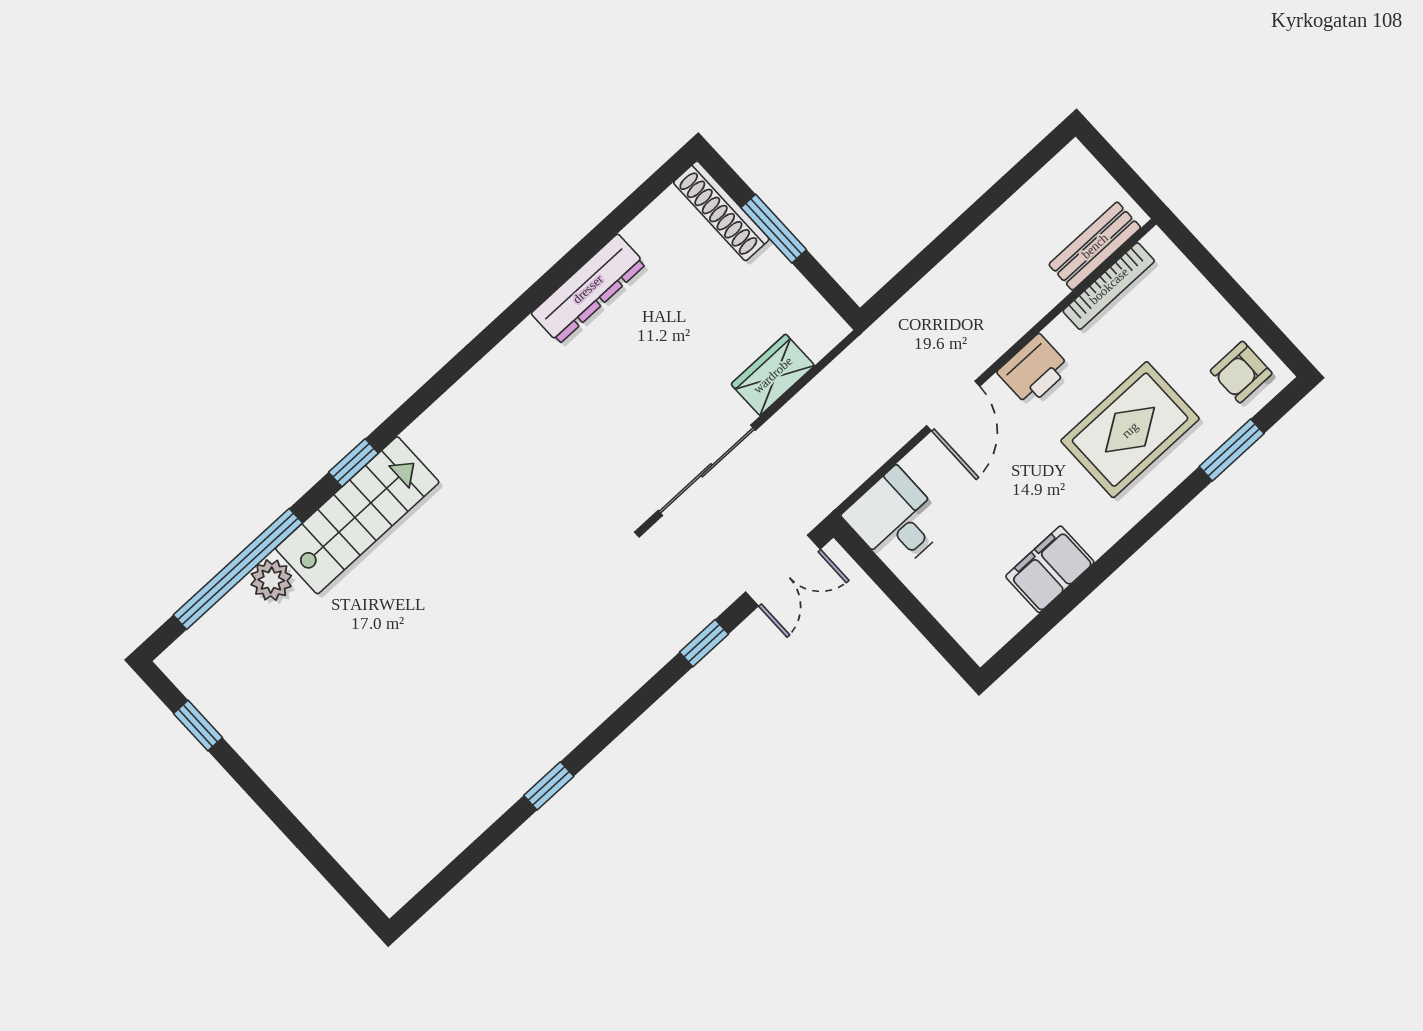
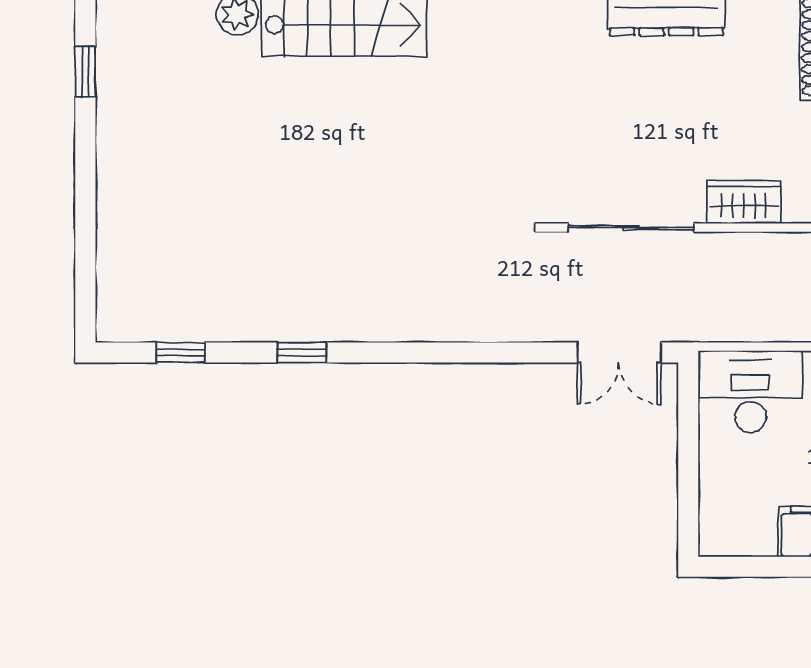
desk: (896, 520) -> (750, 392), width x1.37
window: (704, 643) -> (181, 352), moved

